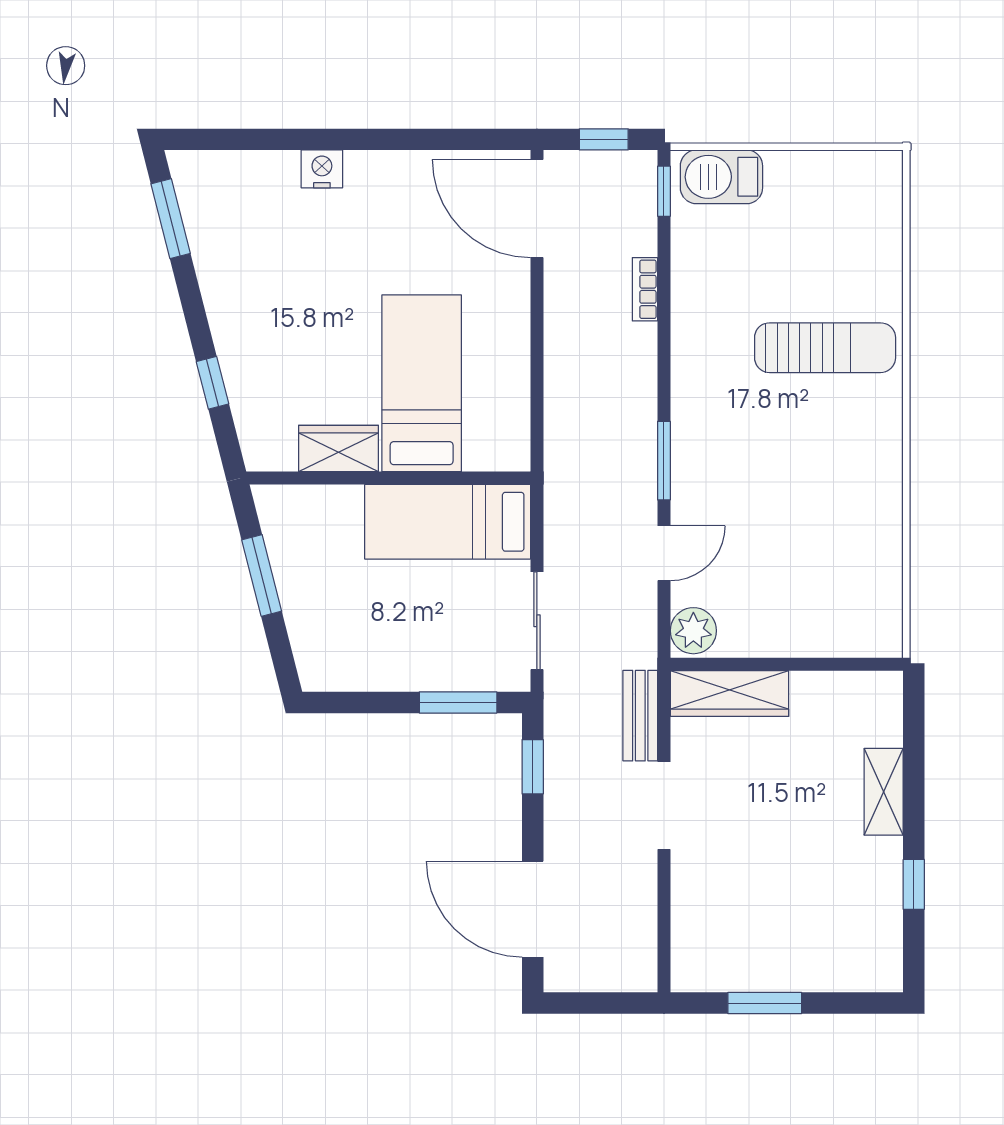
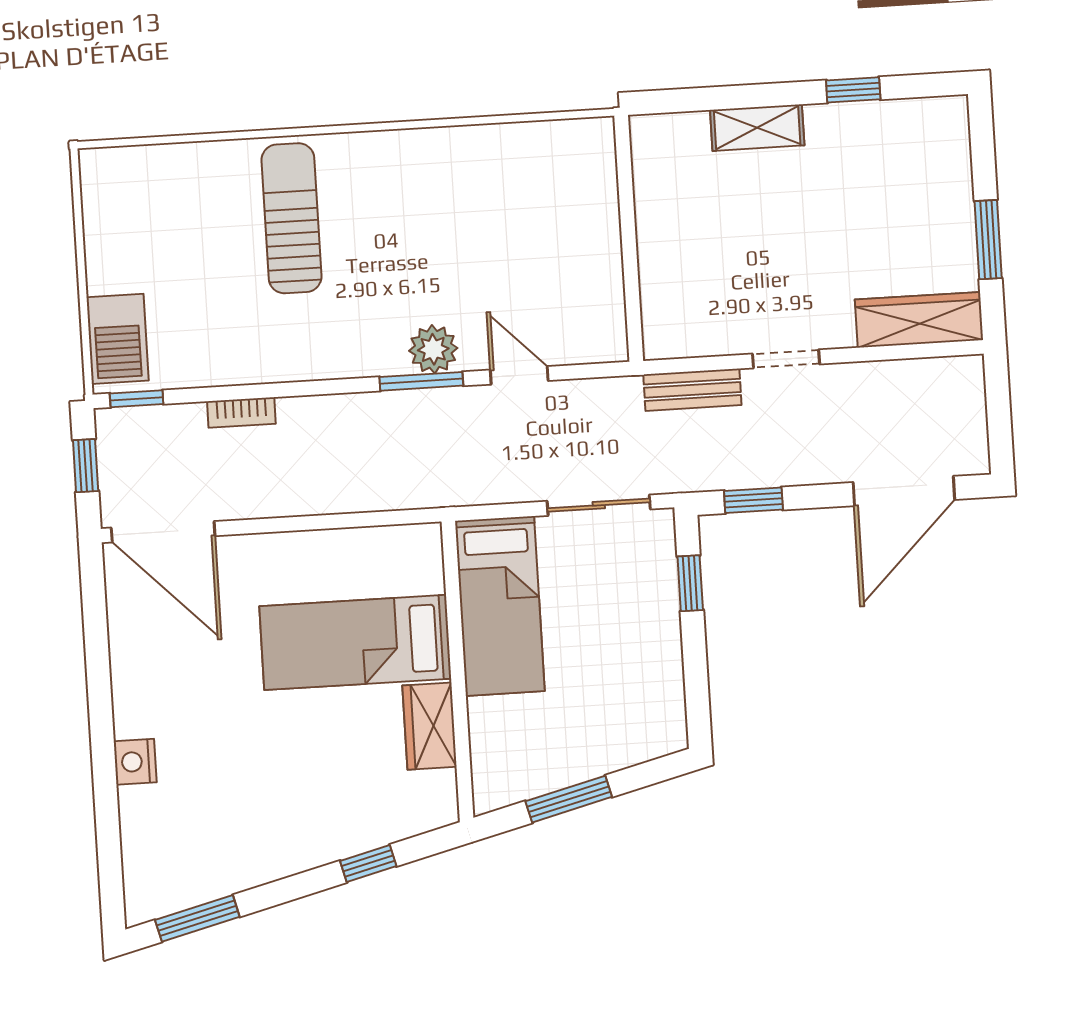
door: (537, 209) -> (163, 532), hinge flipped
plant: (693, 631) -> (433, 349), moved
wardrobe: (730, 694) -> (919, 320), moved, turned -90
window: (458, 702) -> (690, 583), width x0.67
doorway: (664, 806) -> (786, 359), width x0.73

